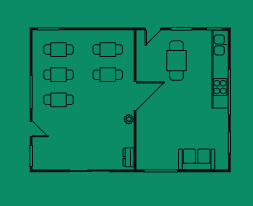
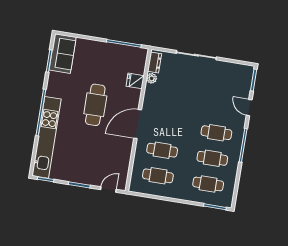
cafe table: (176, 61) -> (95, 105), moved
plant: (129, 119) -> (152, 78), moved
fridge: (144, 137) -> (135, 81), added
sofa: (197, 159) -> (63, 54), moved, turned -90

